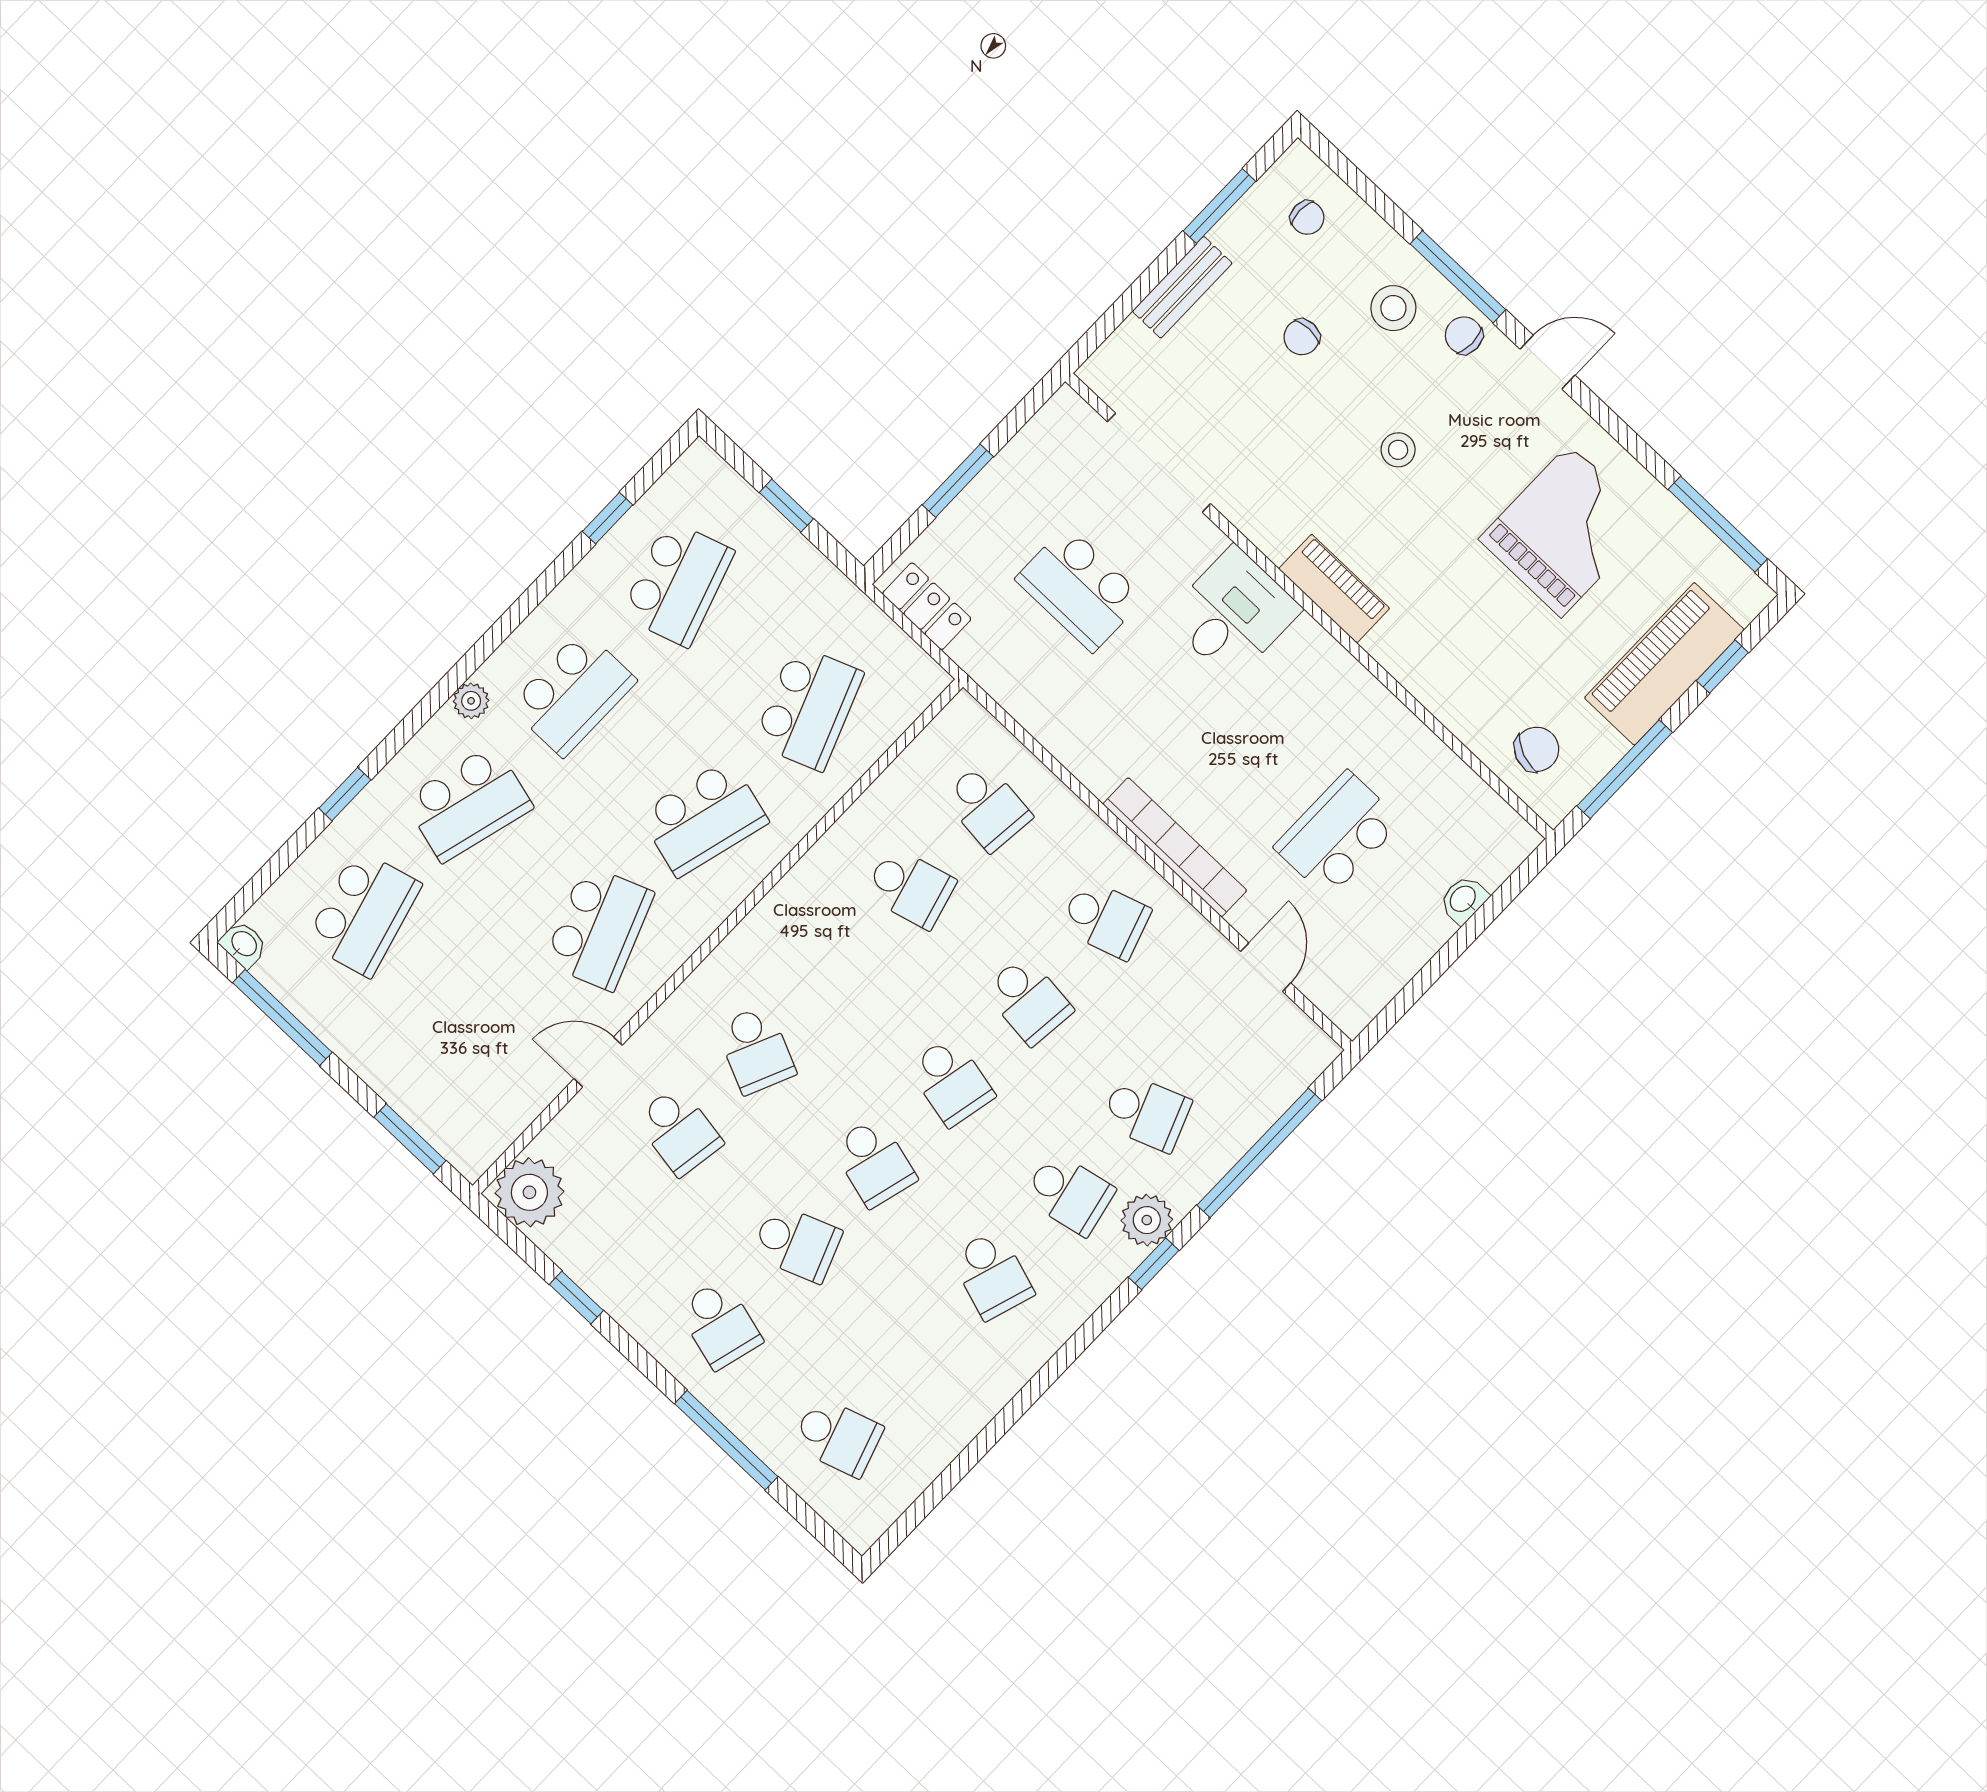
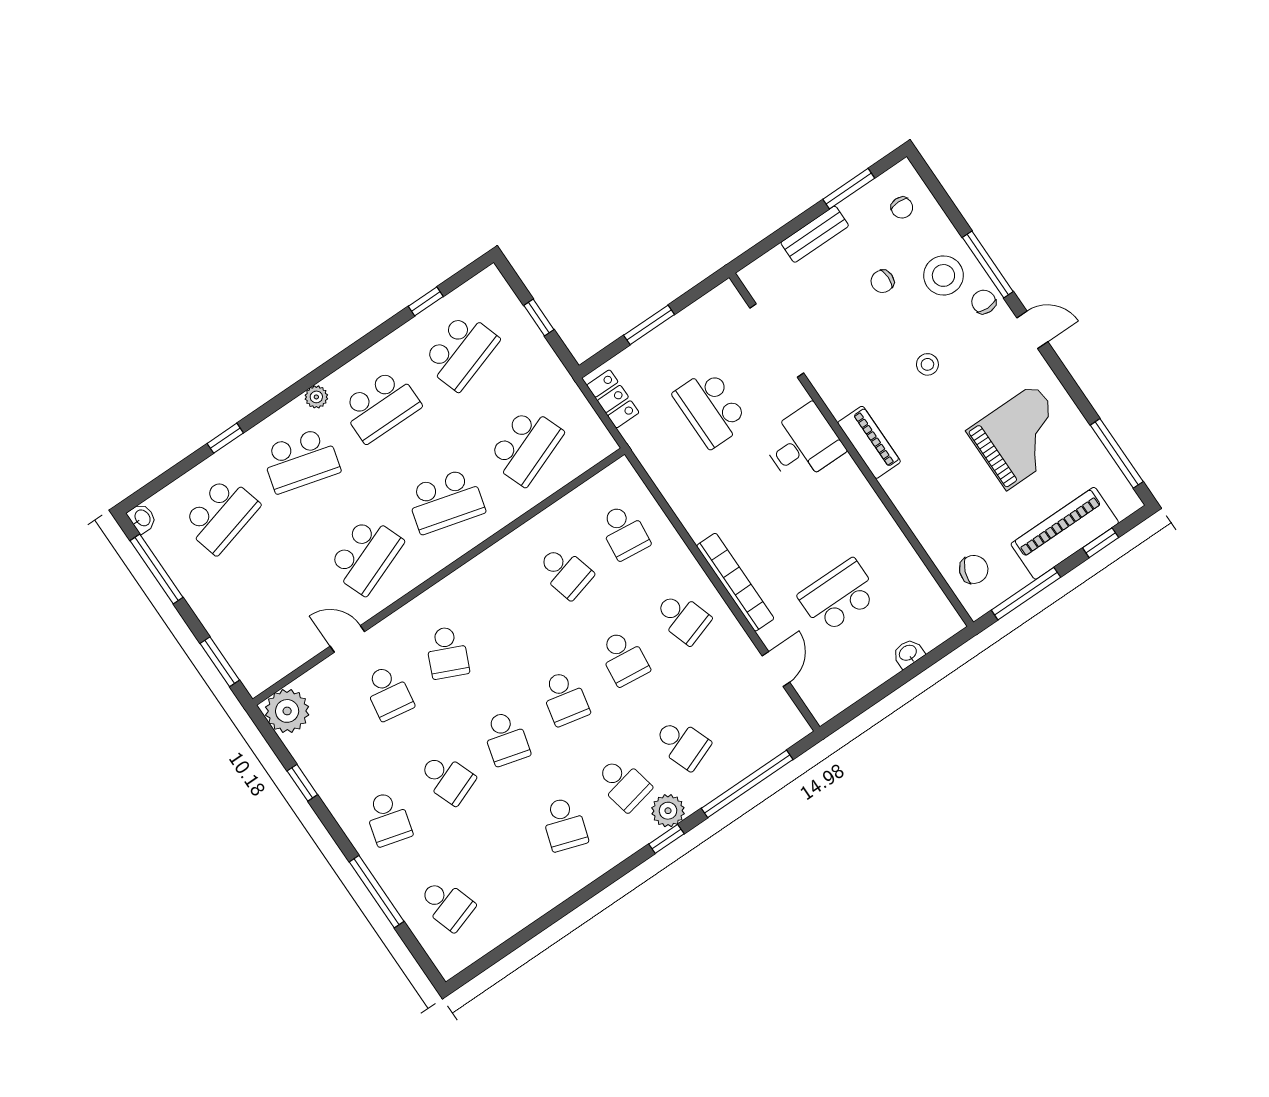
stool: (1393, 308) -> (943, 275), width x1.38, depth x1.38

